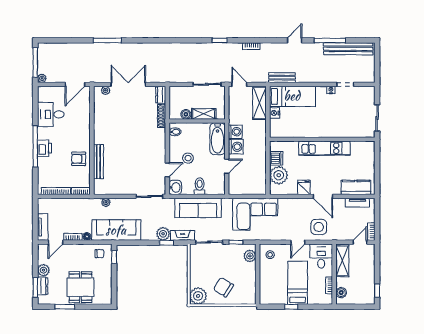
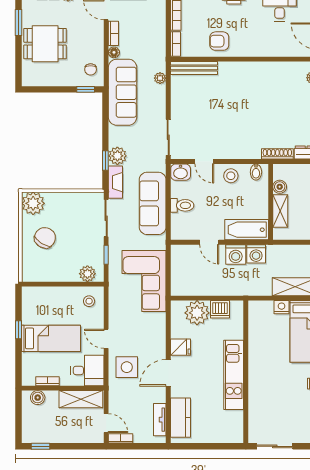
stool: (188, 158) -> (231, 176), moved
armchair: (79, 159) -> (219, 41), turned -90
bench: (98, 162) -> (194, 68), moved

